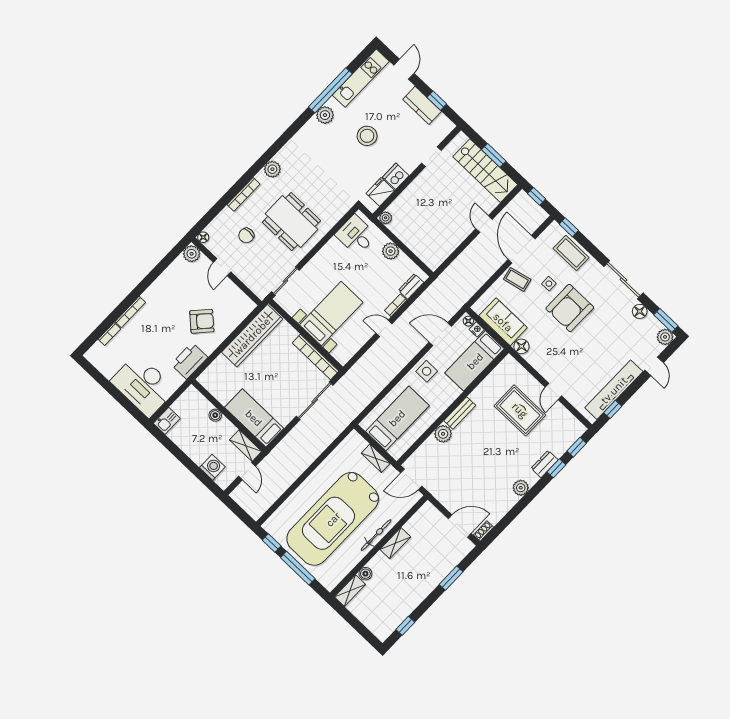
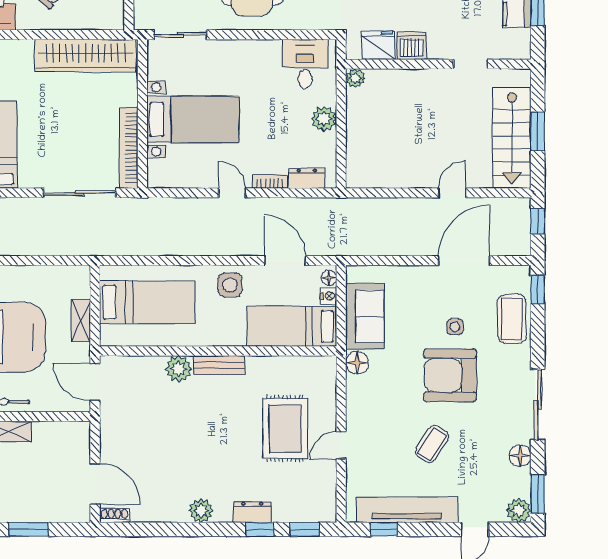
coffee table: (517, 279) -> (432, 444), moved, turned 45

